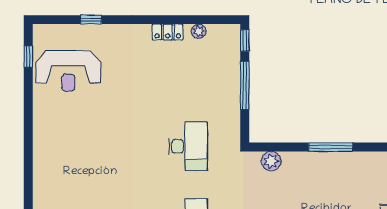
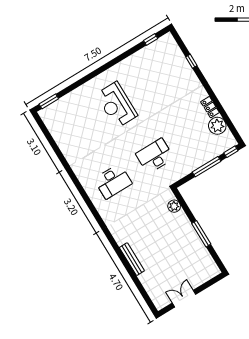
plant: (199, 31) -> (217, 126), width x1.88, depth x1.88
reception desk: (68, 71) -> (117, 105), moved
desk: (188, 146) -> (155, 156), turned 180

